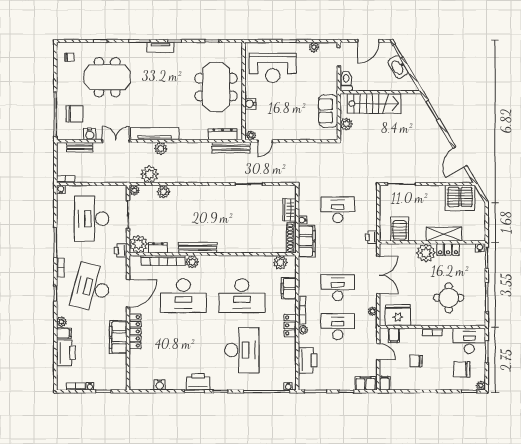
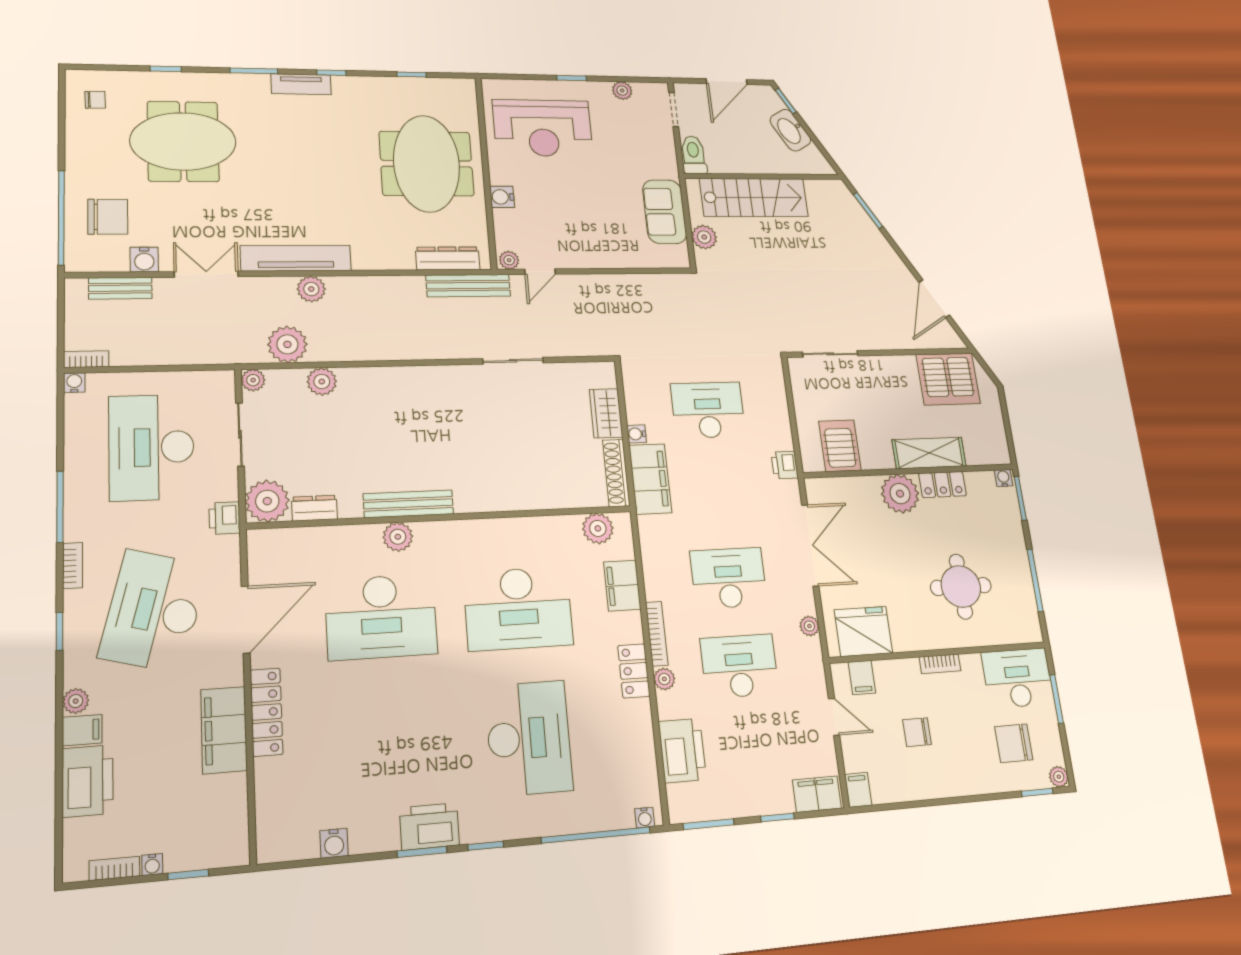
bookcase: (163, 260) -> (328, 537), removed

